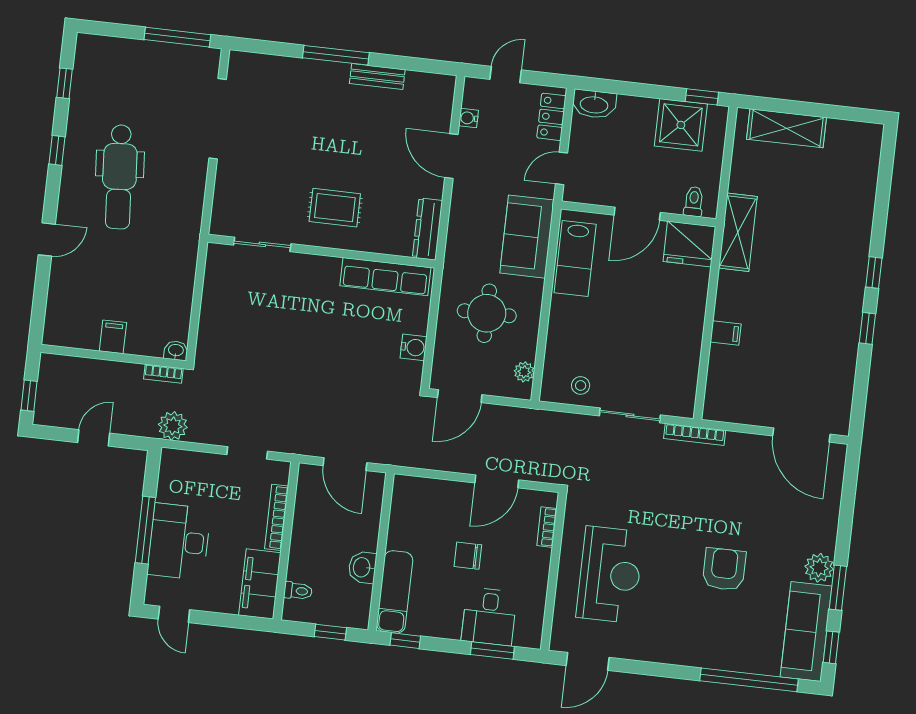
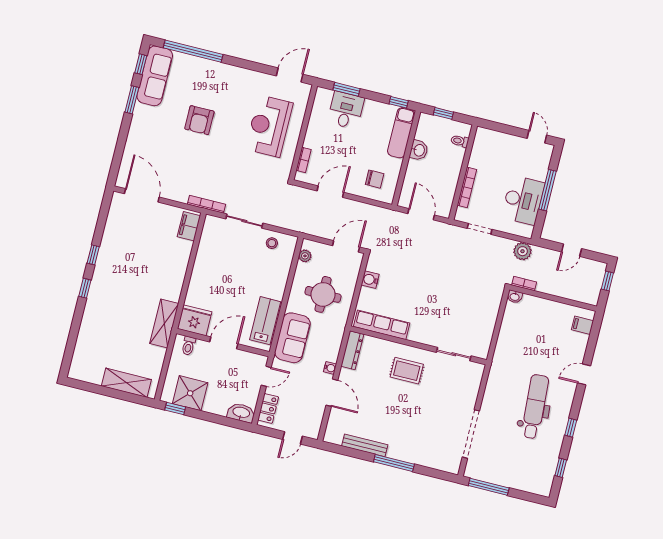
bench: (377, 77) -> (365, 445), width x1.36
water cooler: (469, 118) -> (330, 368), moved
filing cabinet: (726, 333) -> (189, 226), moved, width x2.00
filing cabinet: (113, 337) -> (582, 325), moved, turned 90
desk: (179, 542) -> (523, 200), moved
chair: (468, 556) -> (375, 179), moved
plant: (819, 568) -> (142, 113), removed
filing cabinet: (260, 584) -> (482, 148), removed

